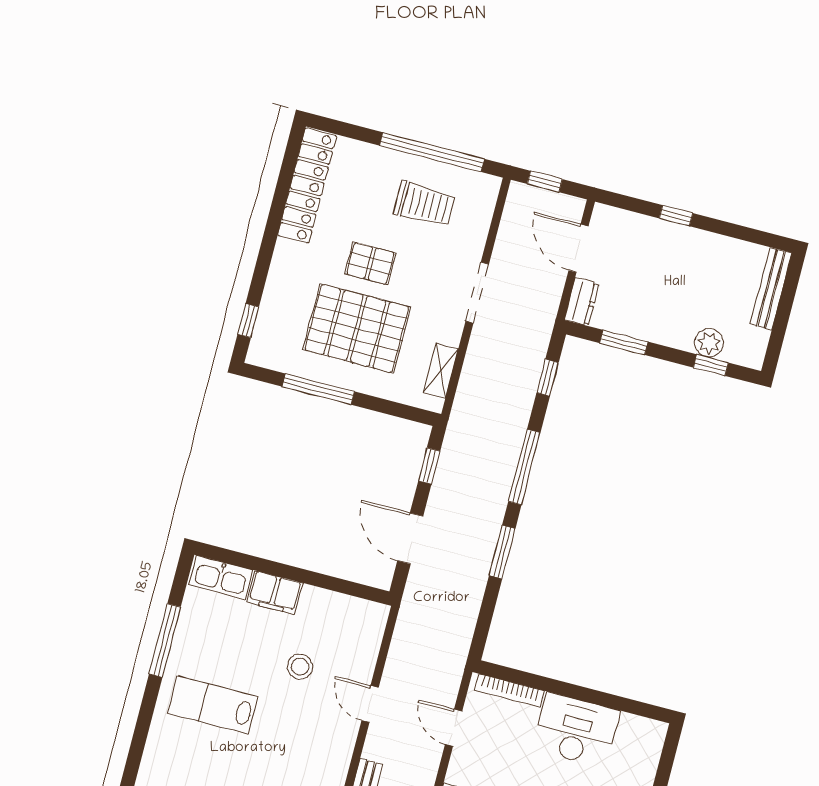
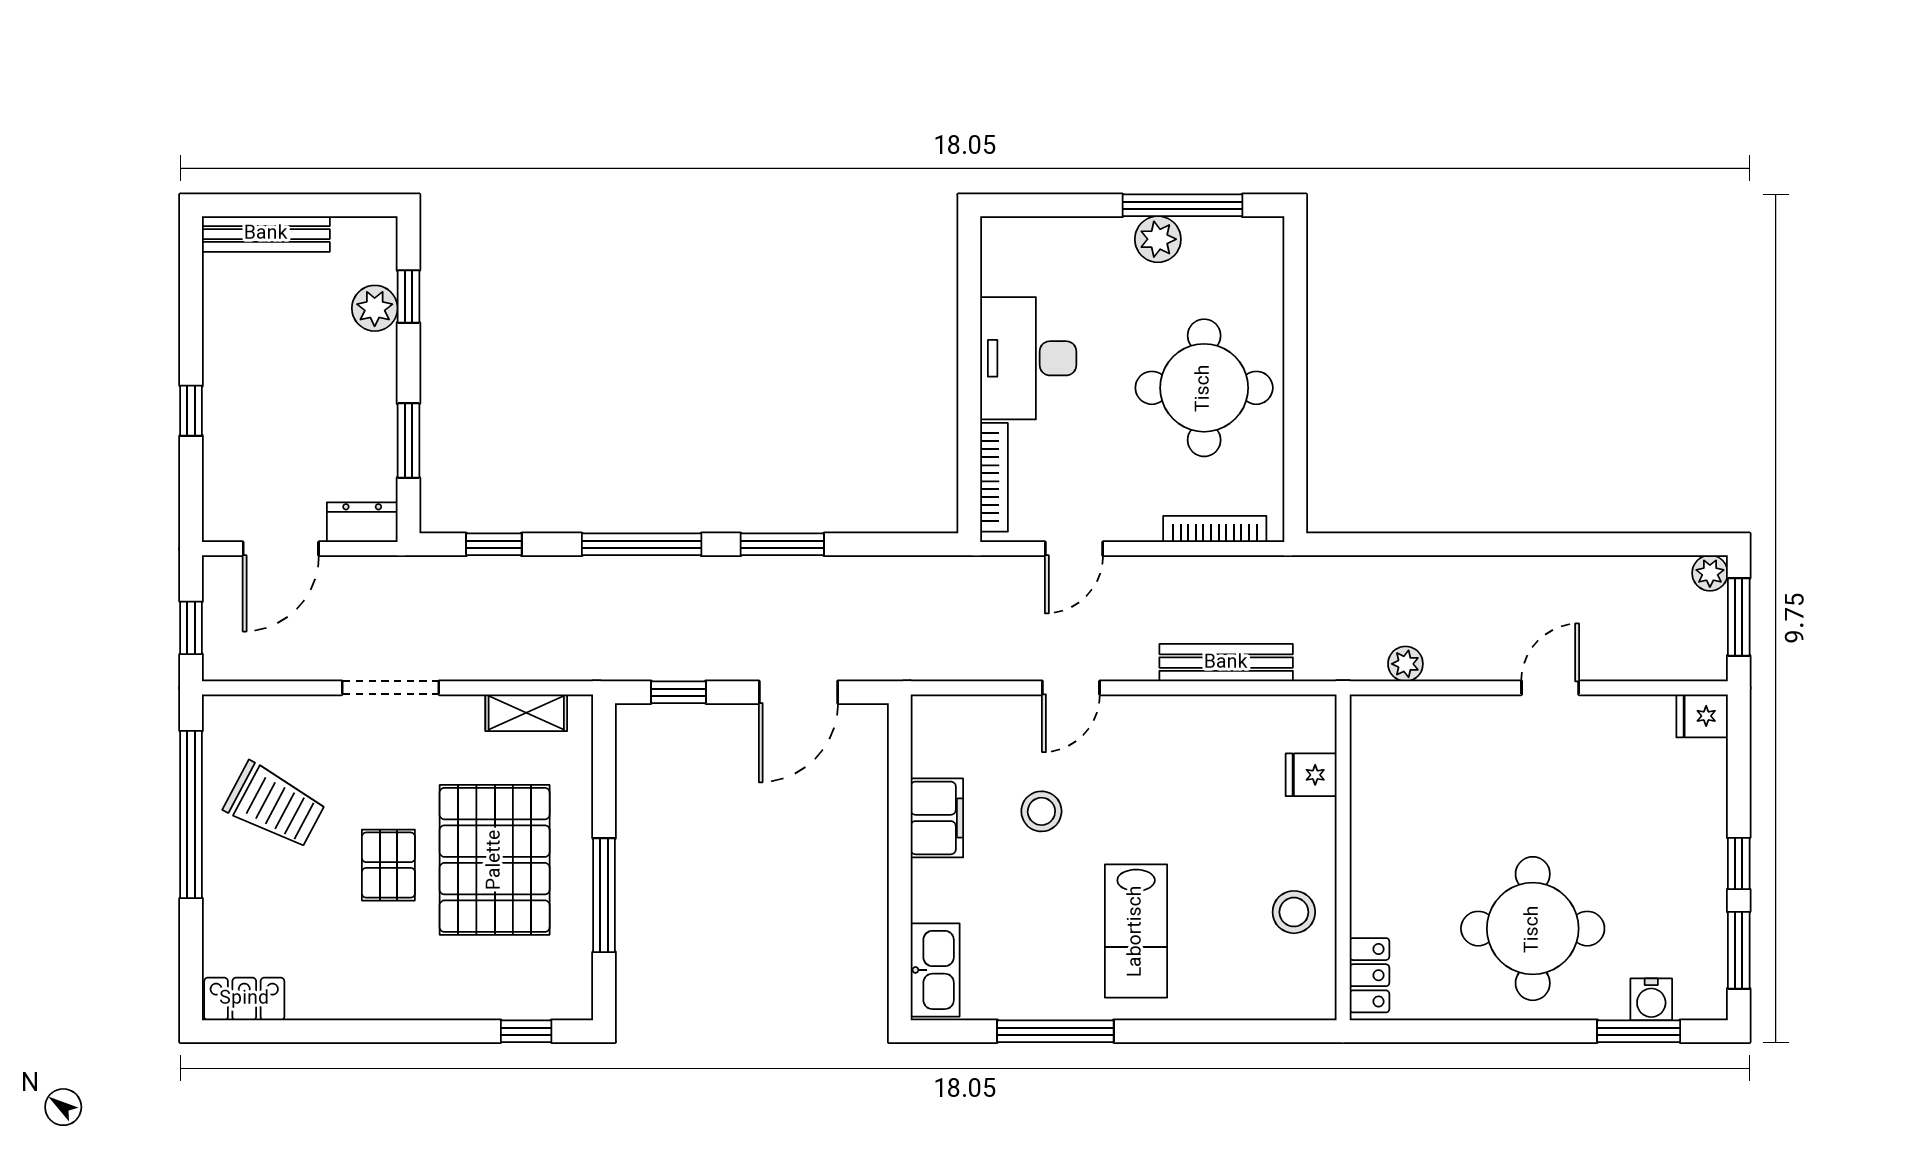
locker: (307, 186) -> (244, 999), width x0.46, depth x0.83
trolley: (424, 204) -> (275, 805), turned 118
filing cabinet: (275, 593) -> (937, 818), moved

